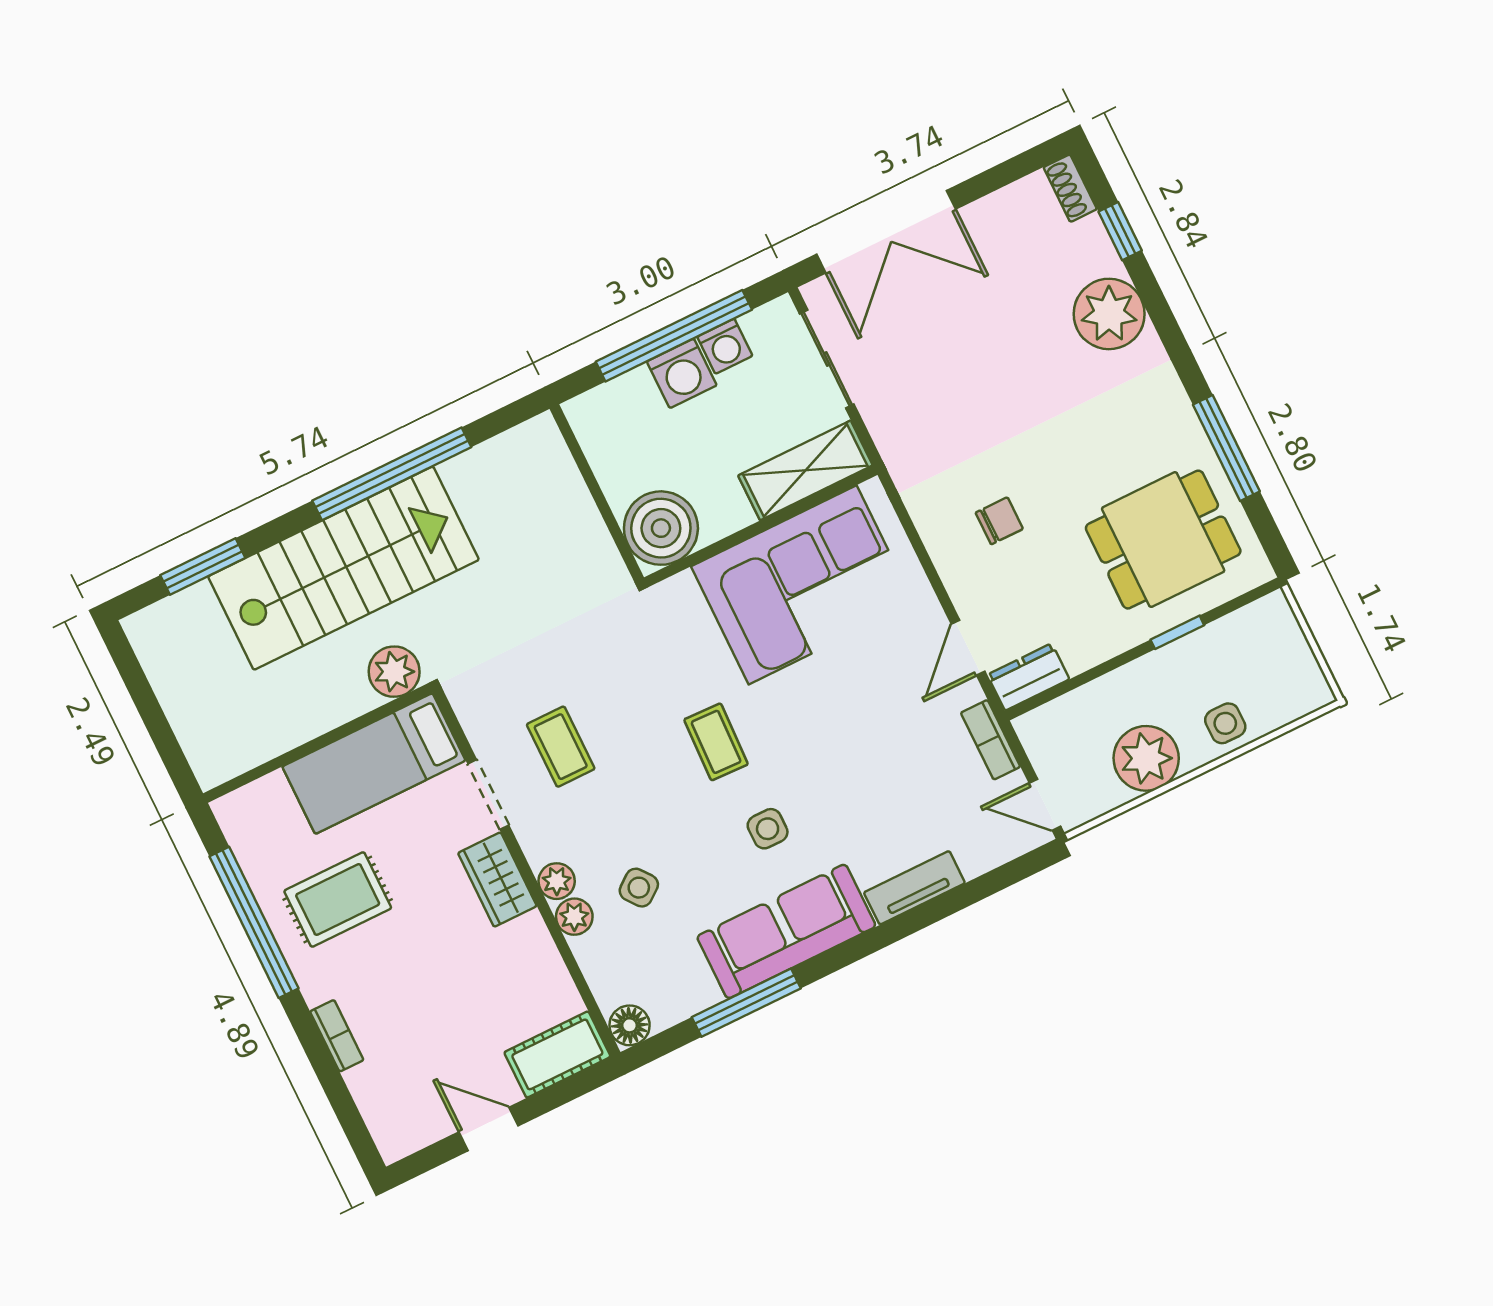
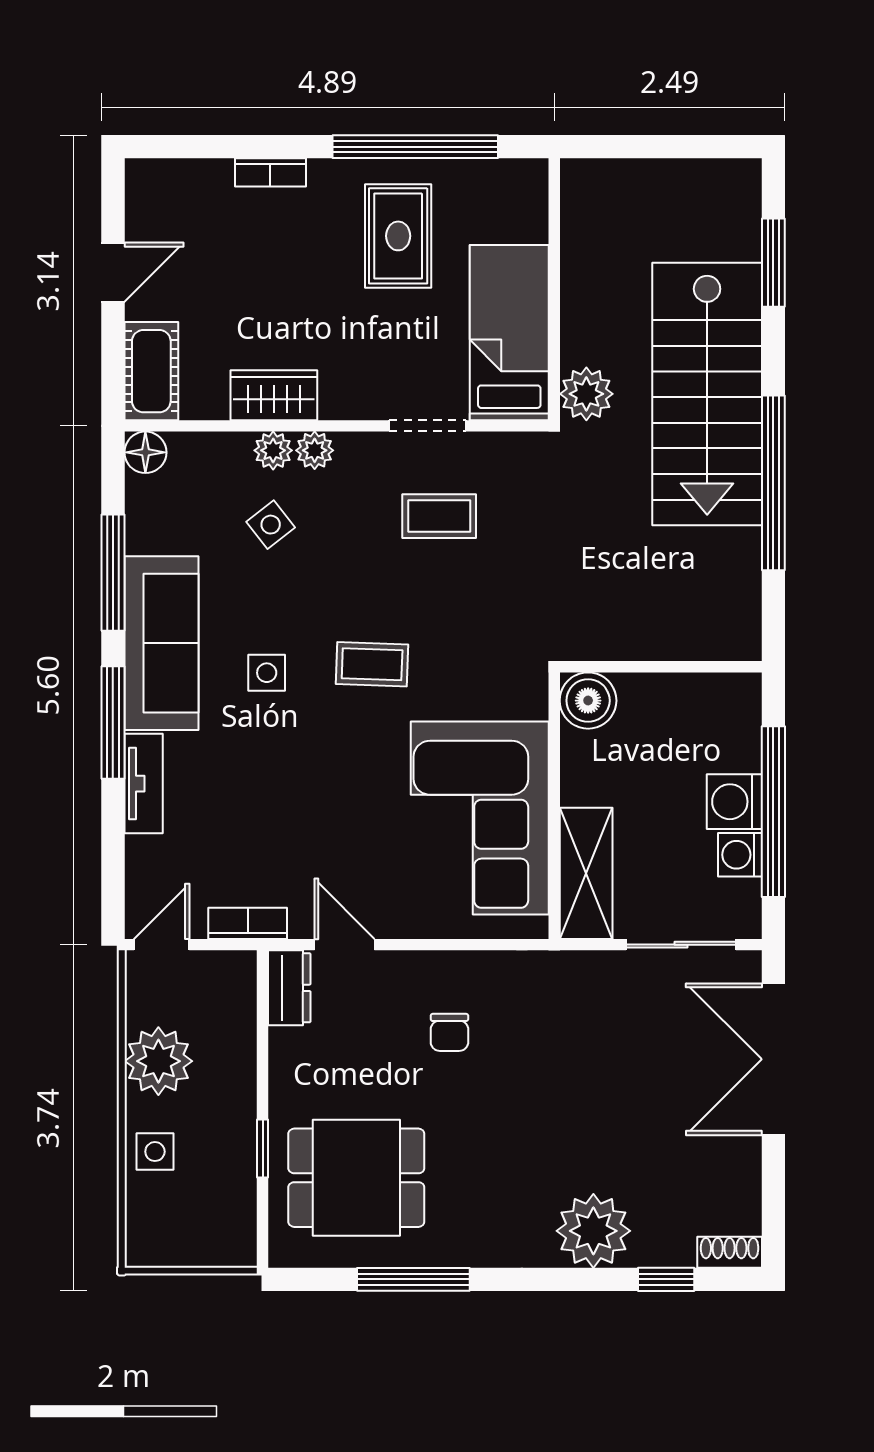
boiler: (661, 528) -> (588, 701), width x0.73, depth x0.73
dining table: (1163, 540) -> (356, 1178), turned 90
wardrobe: (497, 880) -> (274, 395), moved
window: (875, 940) -> (113, 723), added

